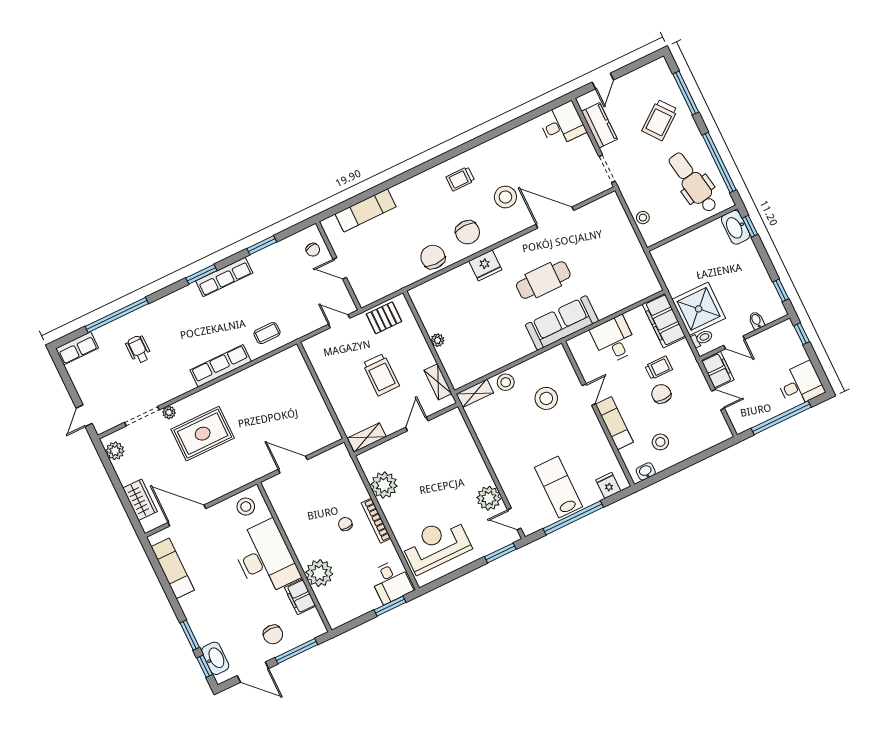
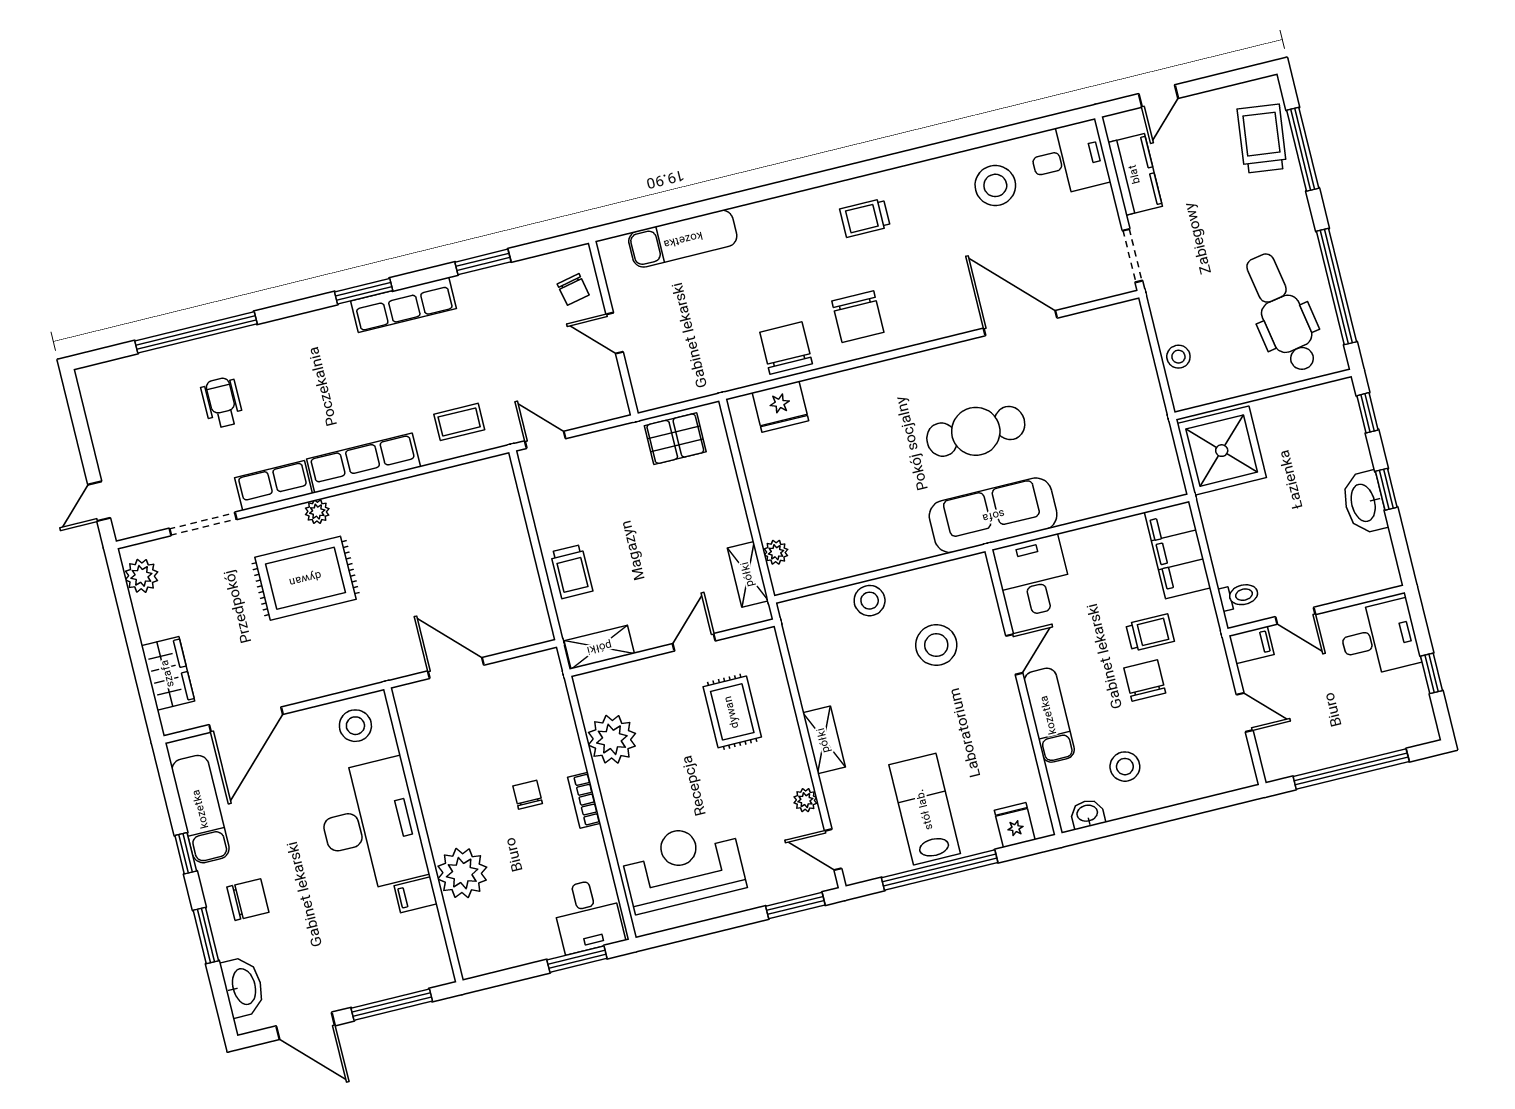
trolley: (660, 120) -> (1262, 139), moved, turned 135
stool: (505, 197) -> (995, 185), moved
washbasin: (736, 227) -> (1364, 503), moved
fridge: (485, 265) -> (780, 407), moved
window: (781, 290) -> (1386, 489), moved
shower: (699, 309) -> (1222, 451), moved
bidet: (756, 320) -> (1344, 585), removed
door: (339, 321) -> (545, 440), moved
window: (802, 334) -> (1431, 673), moved
plant: (437, 340) -> (776, 552), moved
desk: (614, 340) -> (1033, 577), moved
row of seats: (77, 348) -> (274, 486), moved, turned 180
filing cabinet: (718, 370) -> (1252, 645), width x0.50
trolley: (381, 375) -> (572, 572), moved, width x0.73, depth x0.72
desk: (800, 385) -> (1379, 638), moved
shelving: (475, 393) -> (824, 740), moved, turned 90
plant: (169, 412) -> (317, 512), moved
rug: (445, 457) -> (732, 712), added
plant: (489, 498) -> (805, 800), width x0.53, depth x0.53
door: (187, 516) -> (246, 720), swing flipped
bookcase: (376, 521) -> (584, 800), width x0.64
filing cabinet: (300, 597) -> (416, 895), width x0.50
chair: (273, 634) -> (248, 900), moved, turned -90
window: (205, 666) -> (186, 853), moved

